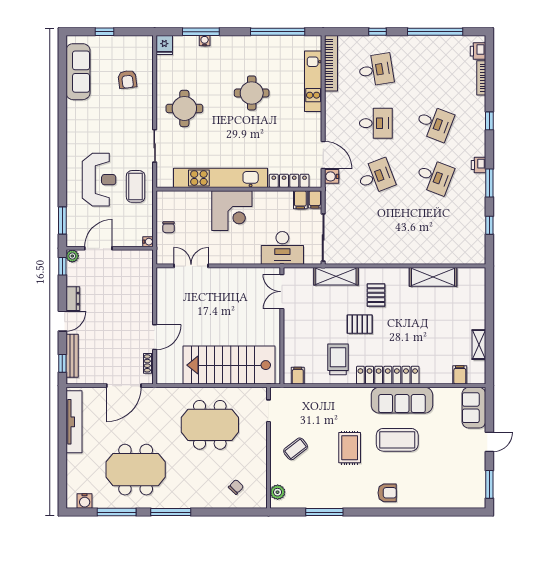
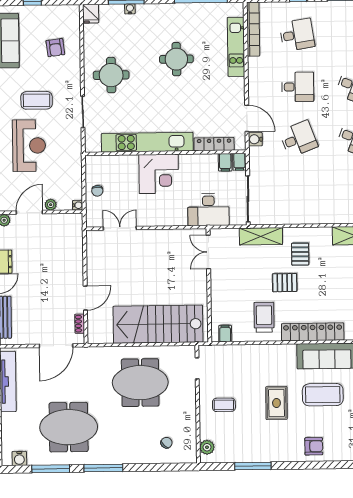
coffee table: (136, 186) -> (37, 100), moved, turned 90
plant: (120, 241) -> (51, 205), added
coffee table: (296, 449) -> (224, 405), turned 38

